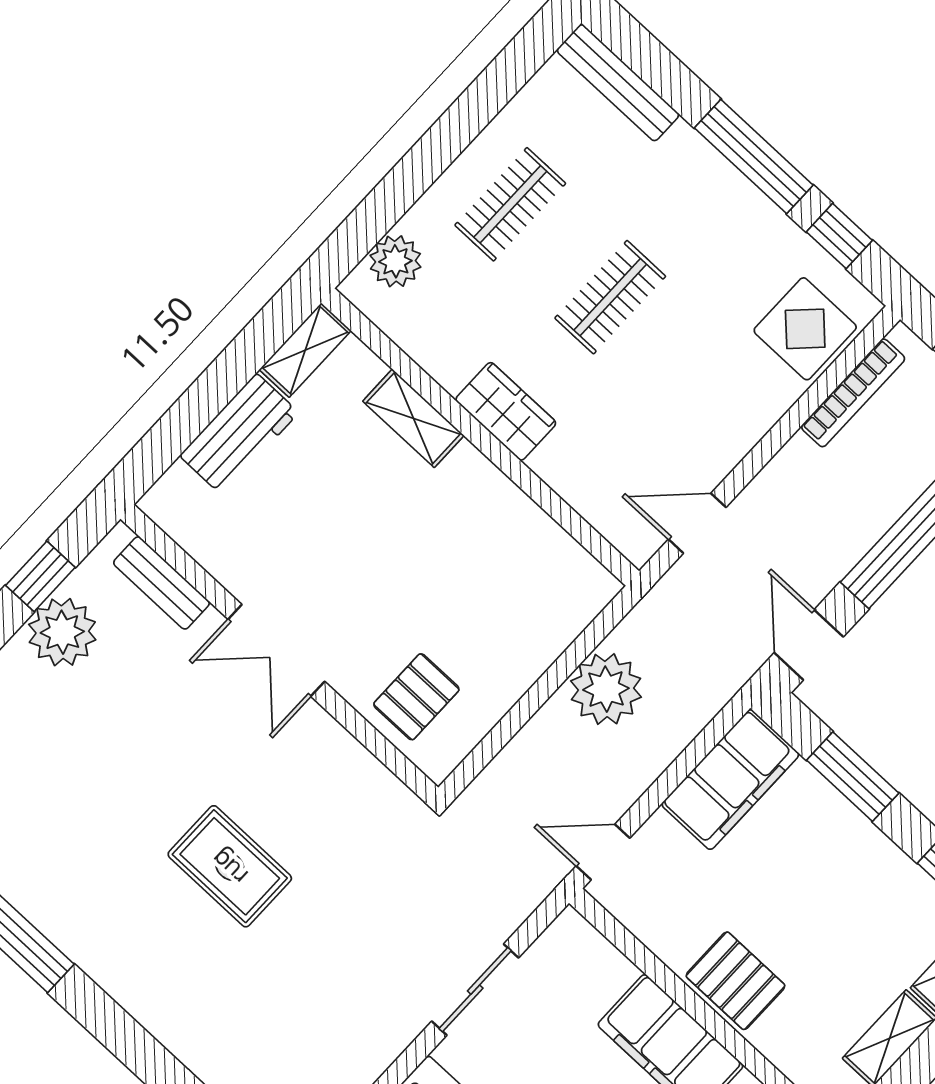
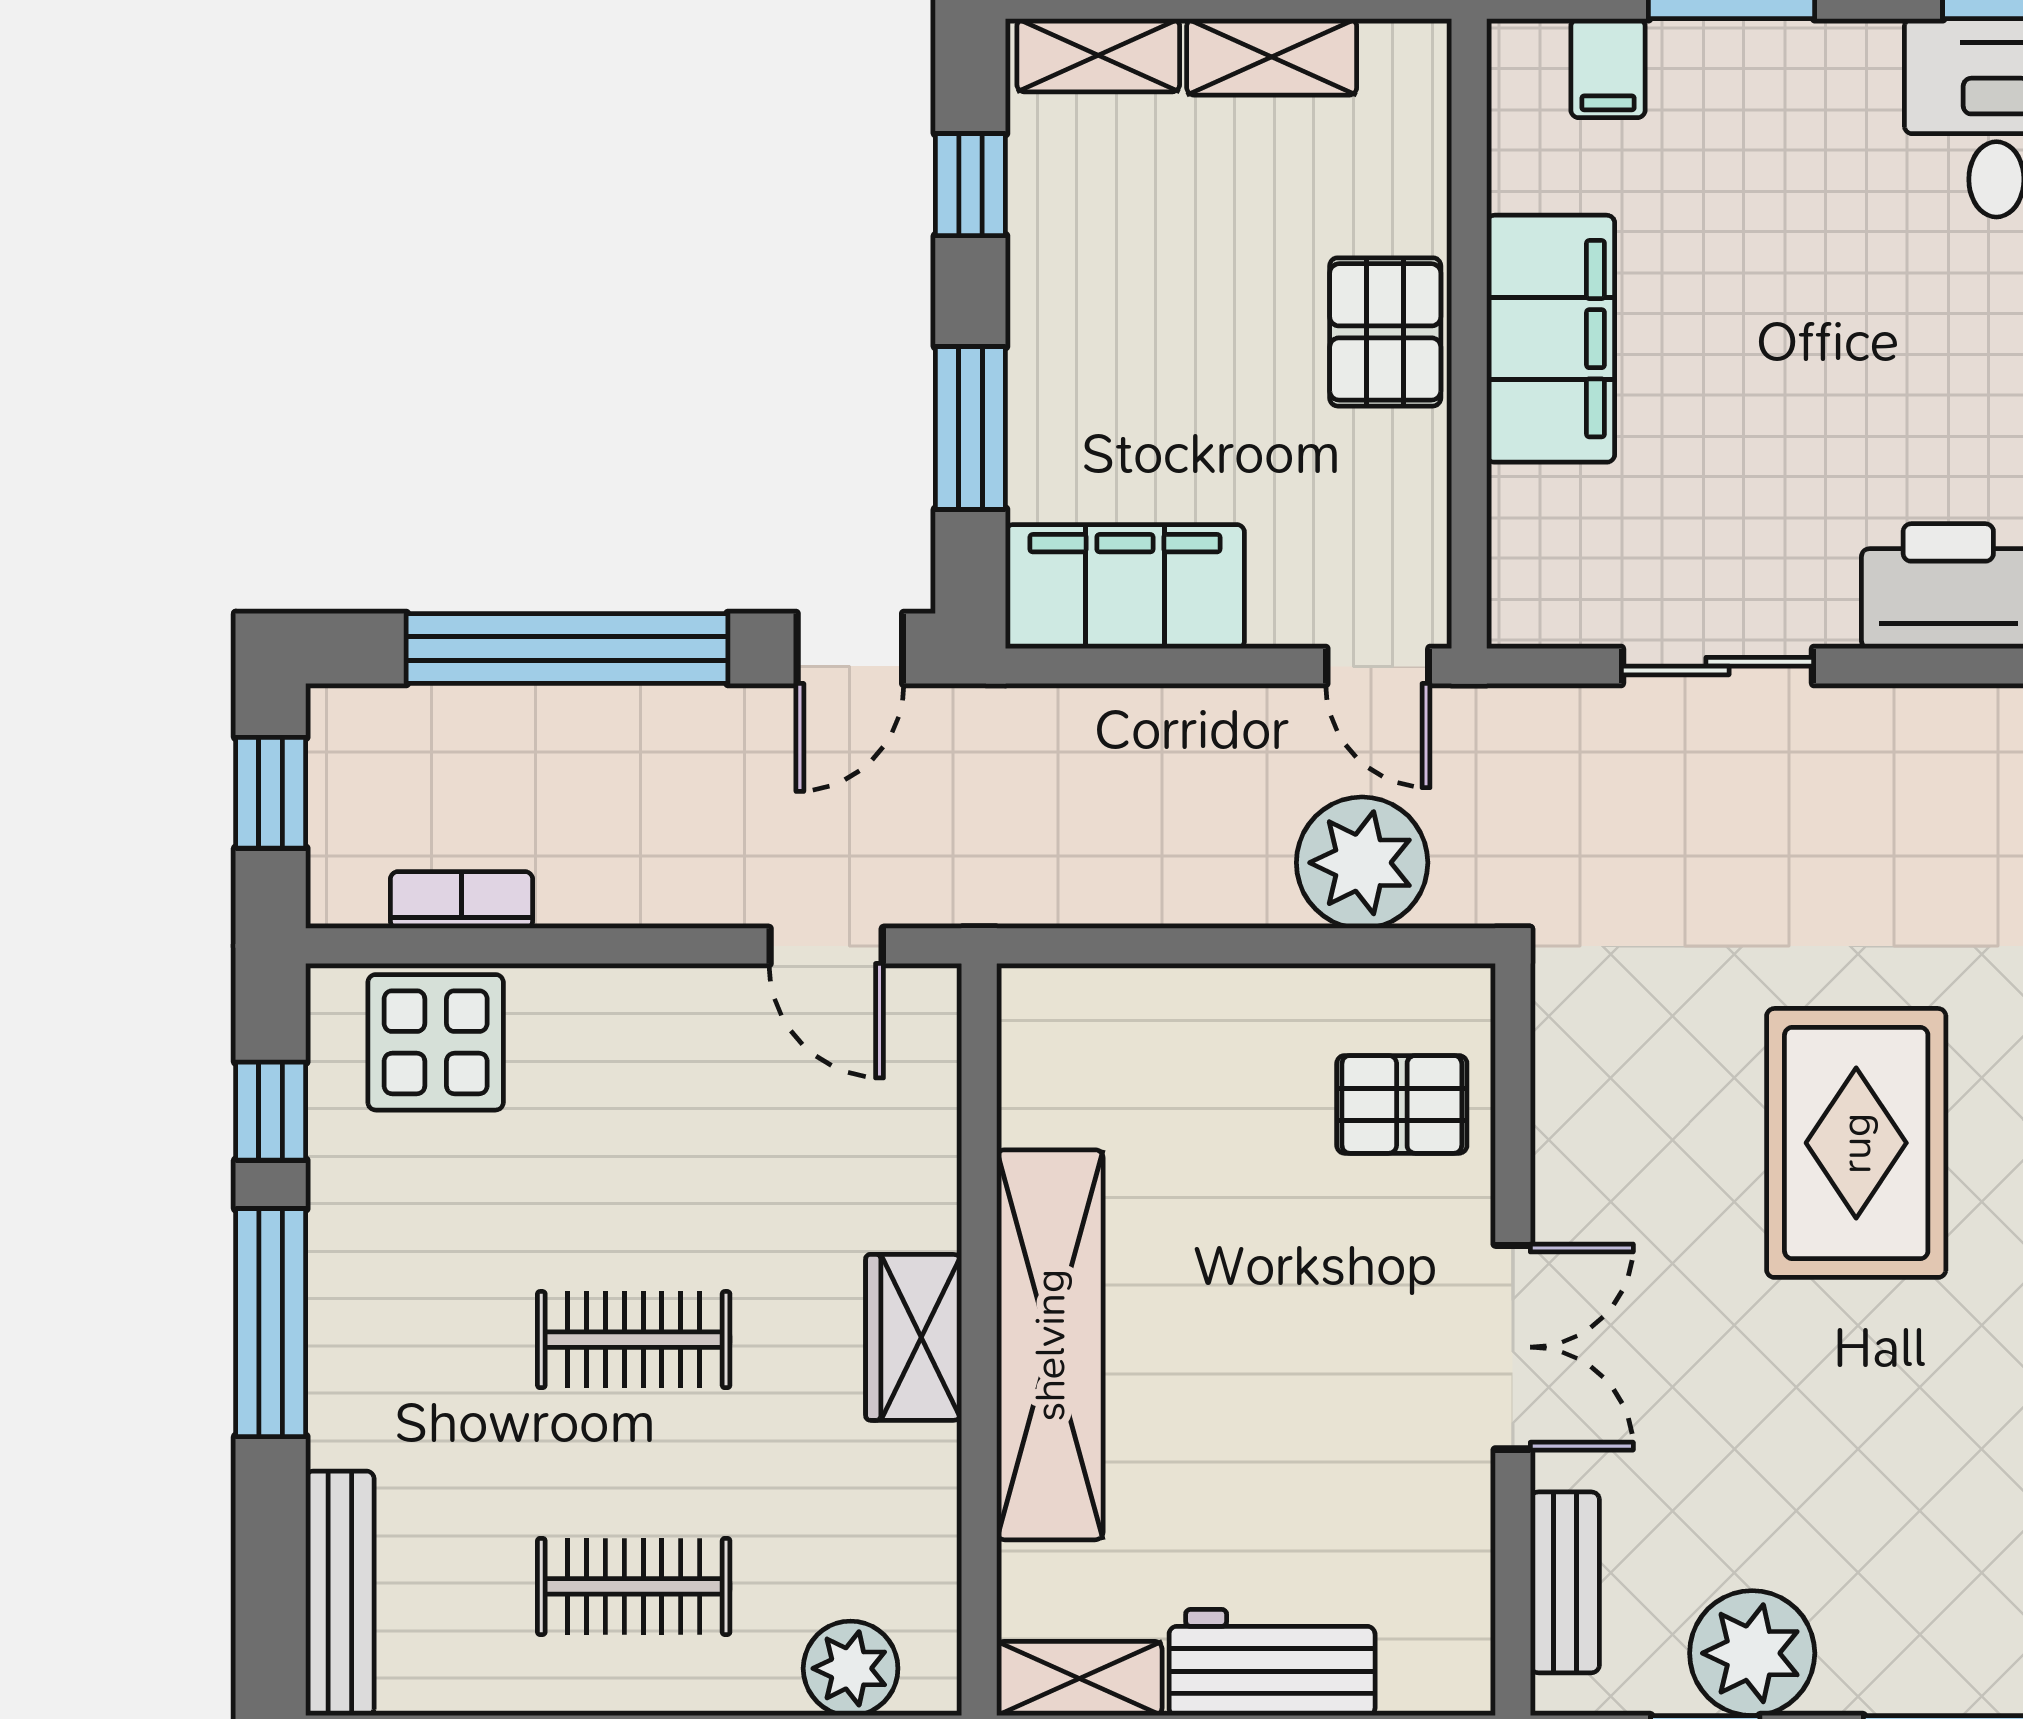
bookcase: (853, 393) -> (461, 900), width x0.64
shelving: (413, 418) -> (1050, 1345), width x2.20, depth x1.33
plant: (606, 689) -> (1362, 863), moved
rug: (230, 866) -> (1856, 1143), width x1.36, depth x1.43

